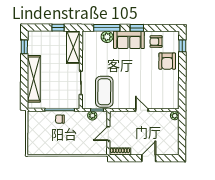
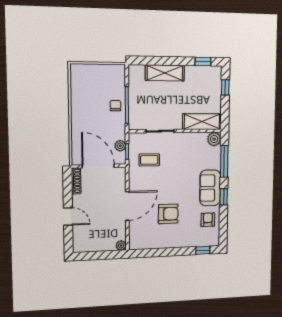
window: (58, 28) -> (225, 87), moved
plant: (107, 37) -> (214, 139), moved
armchair: (167, 61) -> (168, 214), moved, turned 180
shelving: (34, 79) -> (165, 73), width x0.68
coffee table: (104, 92) -> (149, 160), width x0.54, depth x0.58
door: (142, 110) -> (127, 206), width x1.88
door: (108, 134) -> (98, 166), width x1.88

